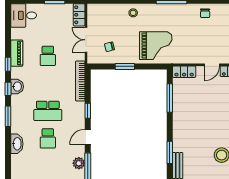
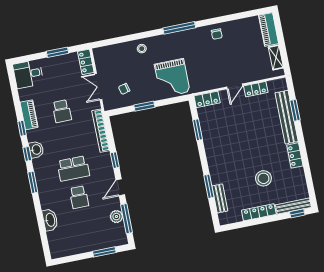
grand piano: (156, 46) -> (172, 78), turned 90
window: (170, 98) -> (198, 130), width x0.69
washbasin: (17, 144) -> (50, 220), moved

